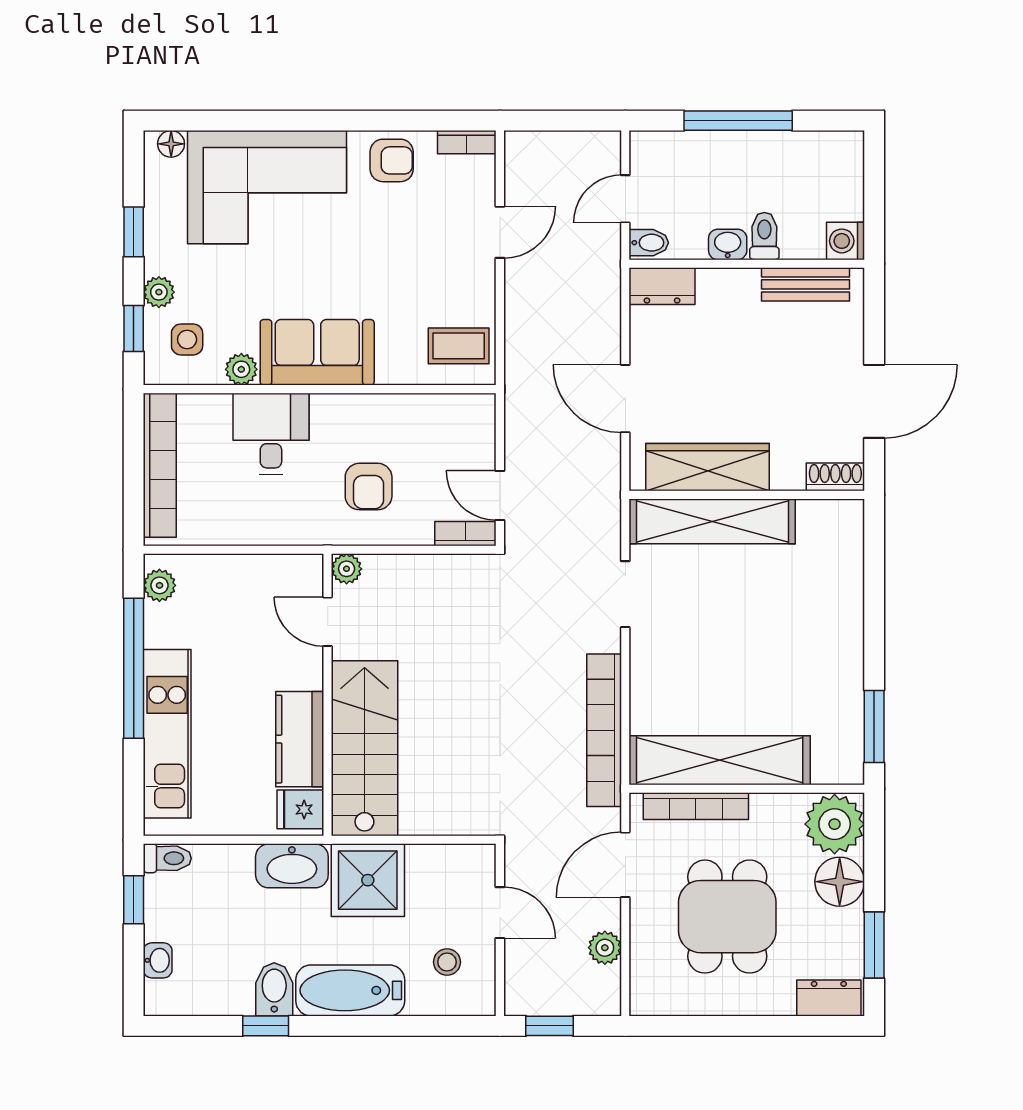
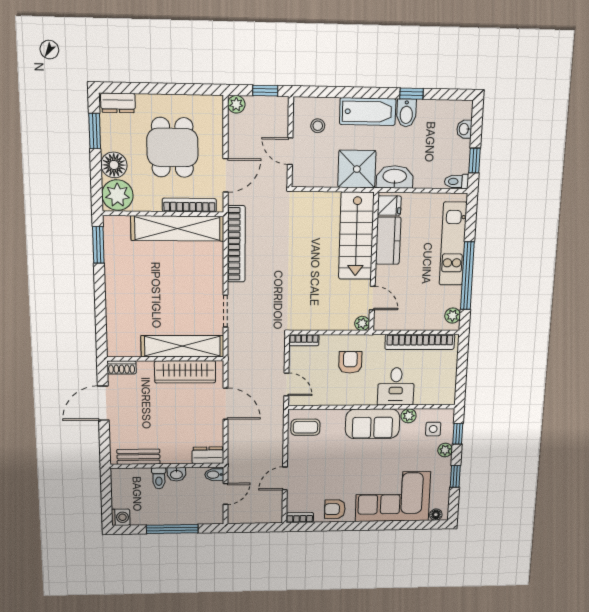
washing machine: (845, 241) -> (121, 517), moved
bookcase: (160, 465) -> (420, 342), moved, turned -90
door: (500, 496) -> (286, 384), moved
plant: (605, 948) -> (236, 104), moved

